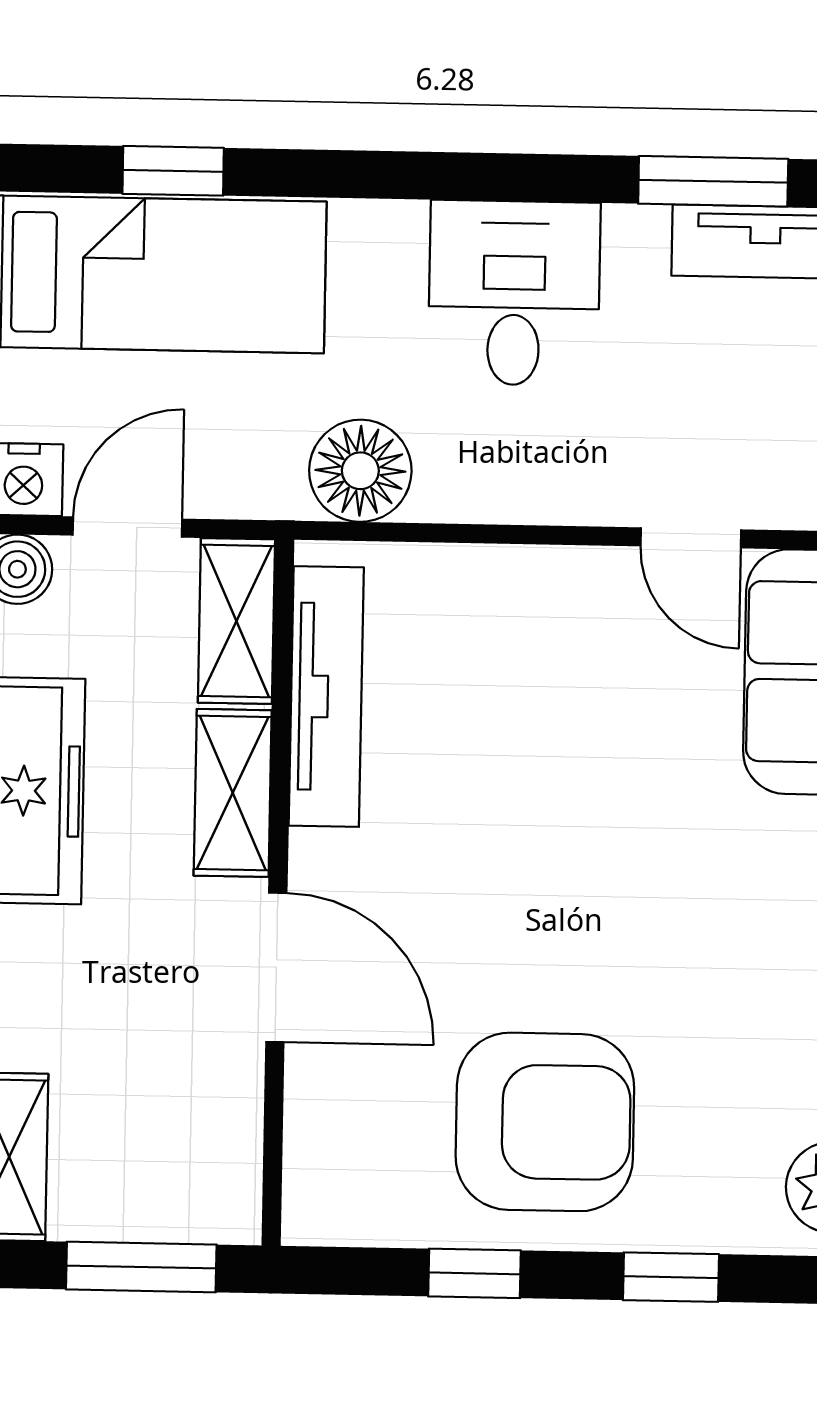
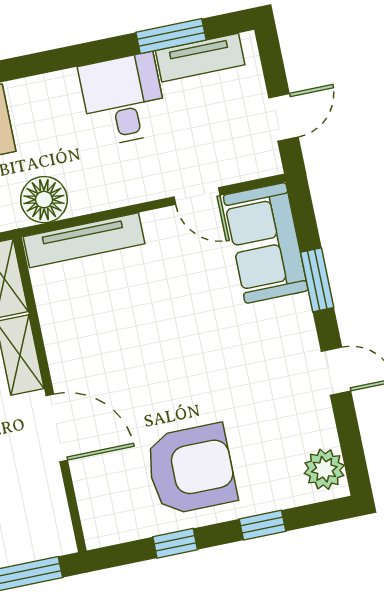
desk: (514, 293) -> (123, 99), moved
tv unit: (326, 697) -> (84, 240), moved, turned 90

